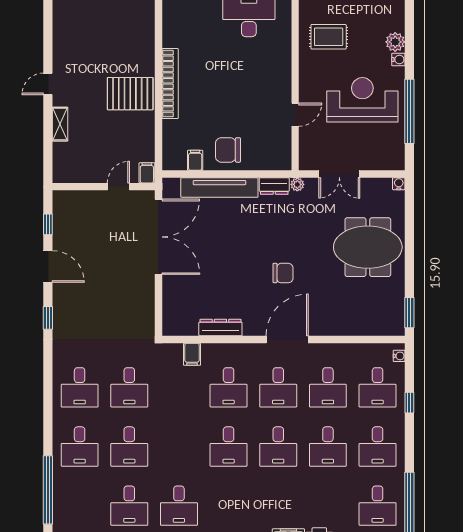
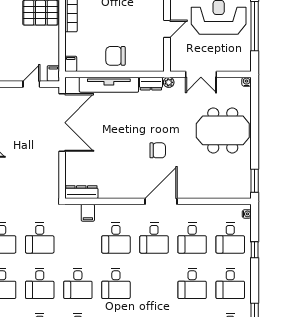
filing cabinet: (195, 160) -> (71, 64), moved
dresser: (220, 328) -> (81, 192), moved
desk: (278, 447) -> (78, 283), moved

